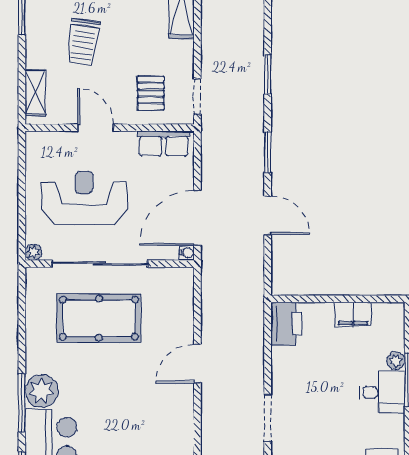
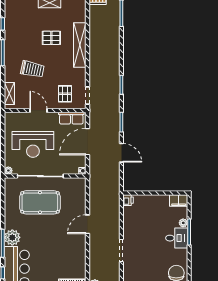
trolley: (83, 42) -> (32, 69), turned -86
reception desk: (84, 198) -> (33, 144), turned 180
door: (197, 218) -> (87, 142), moved
filing cabinet: (353, 314) -> (179, 201), moved
printer: (286, 324) -> (128, 200), width x0.53, depth x0.68

